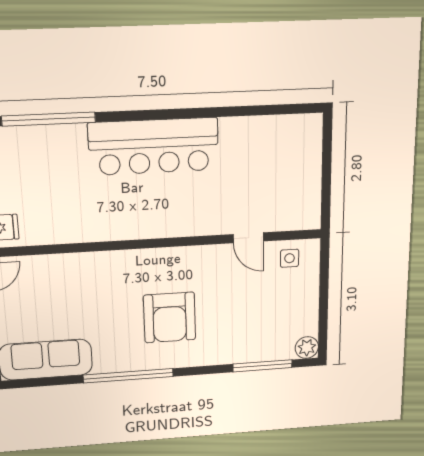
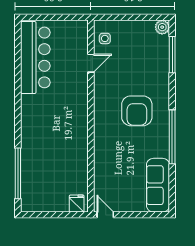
bar counter: (154, 146) -> (35, 57), moved
armchair: (170, 318) -> (137, 111), turned 90

